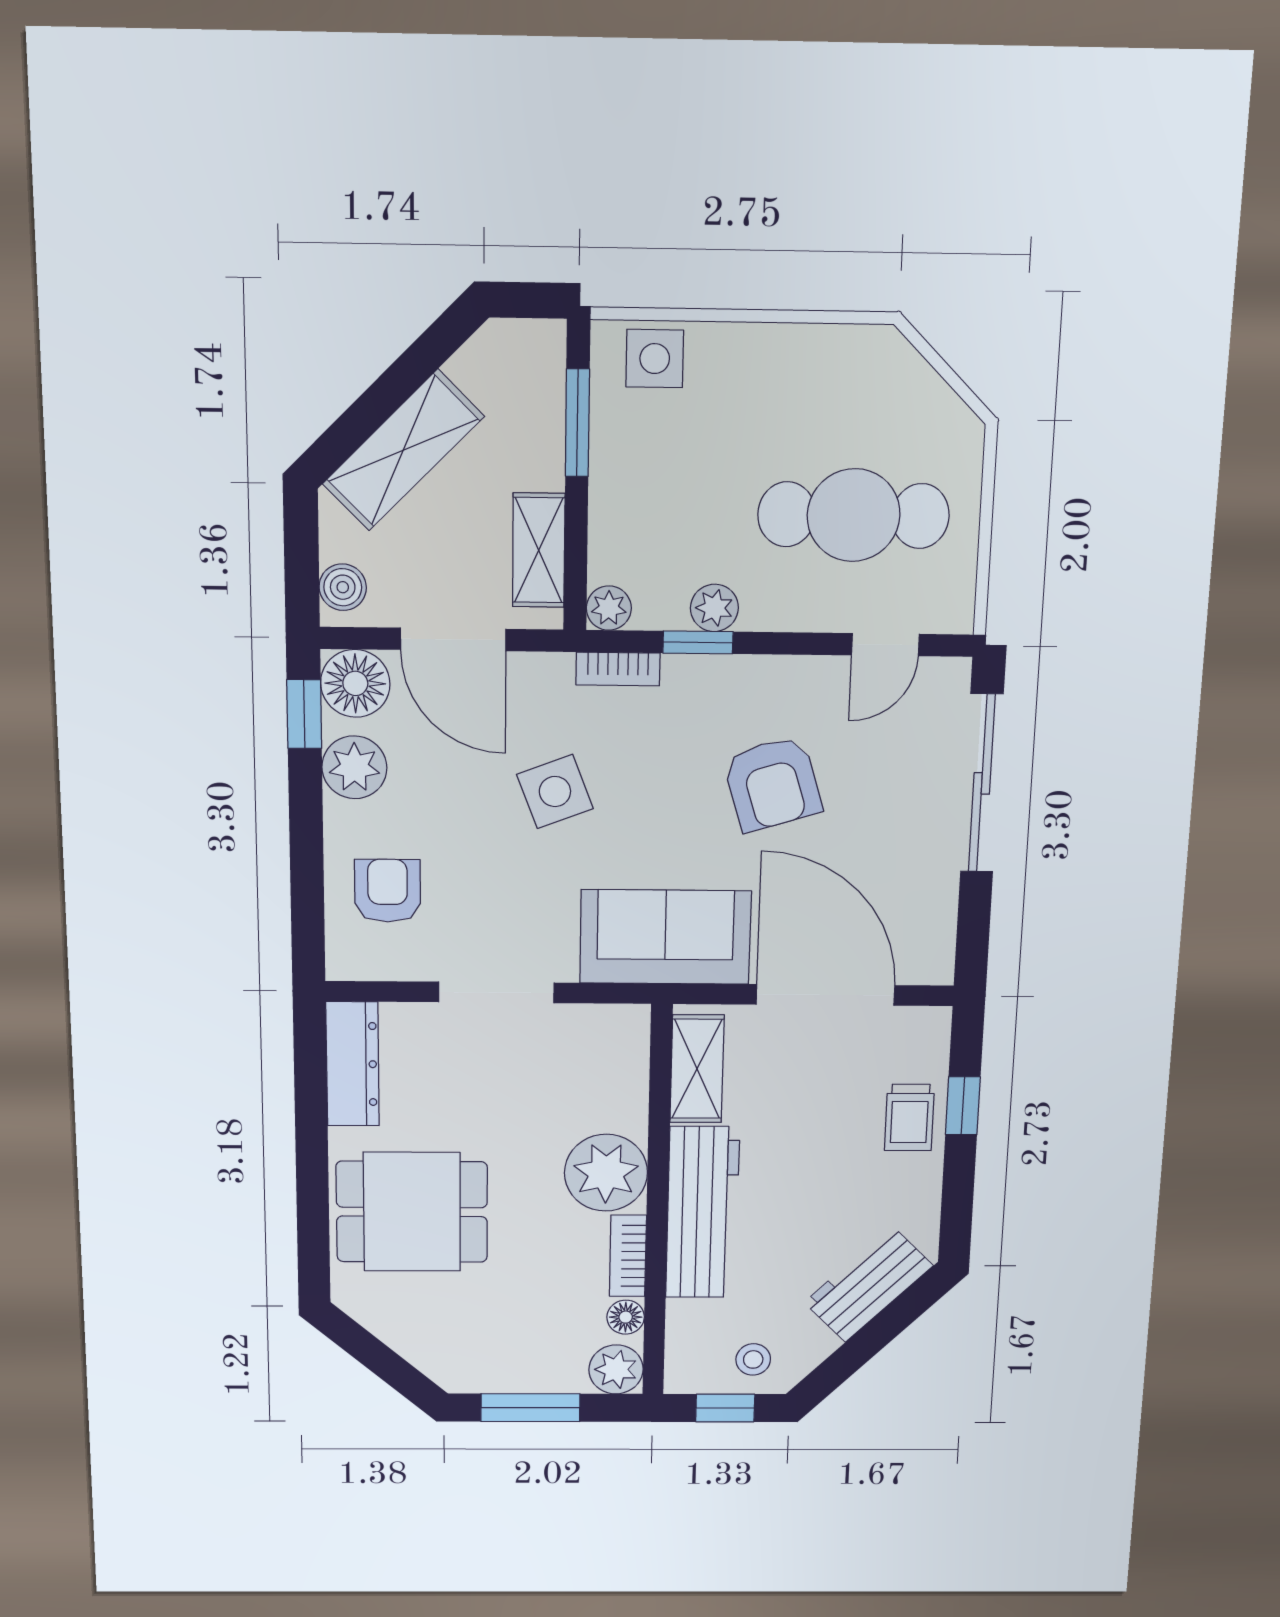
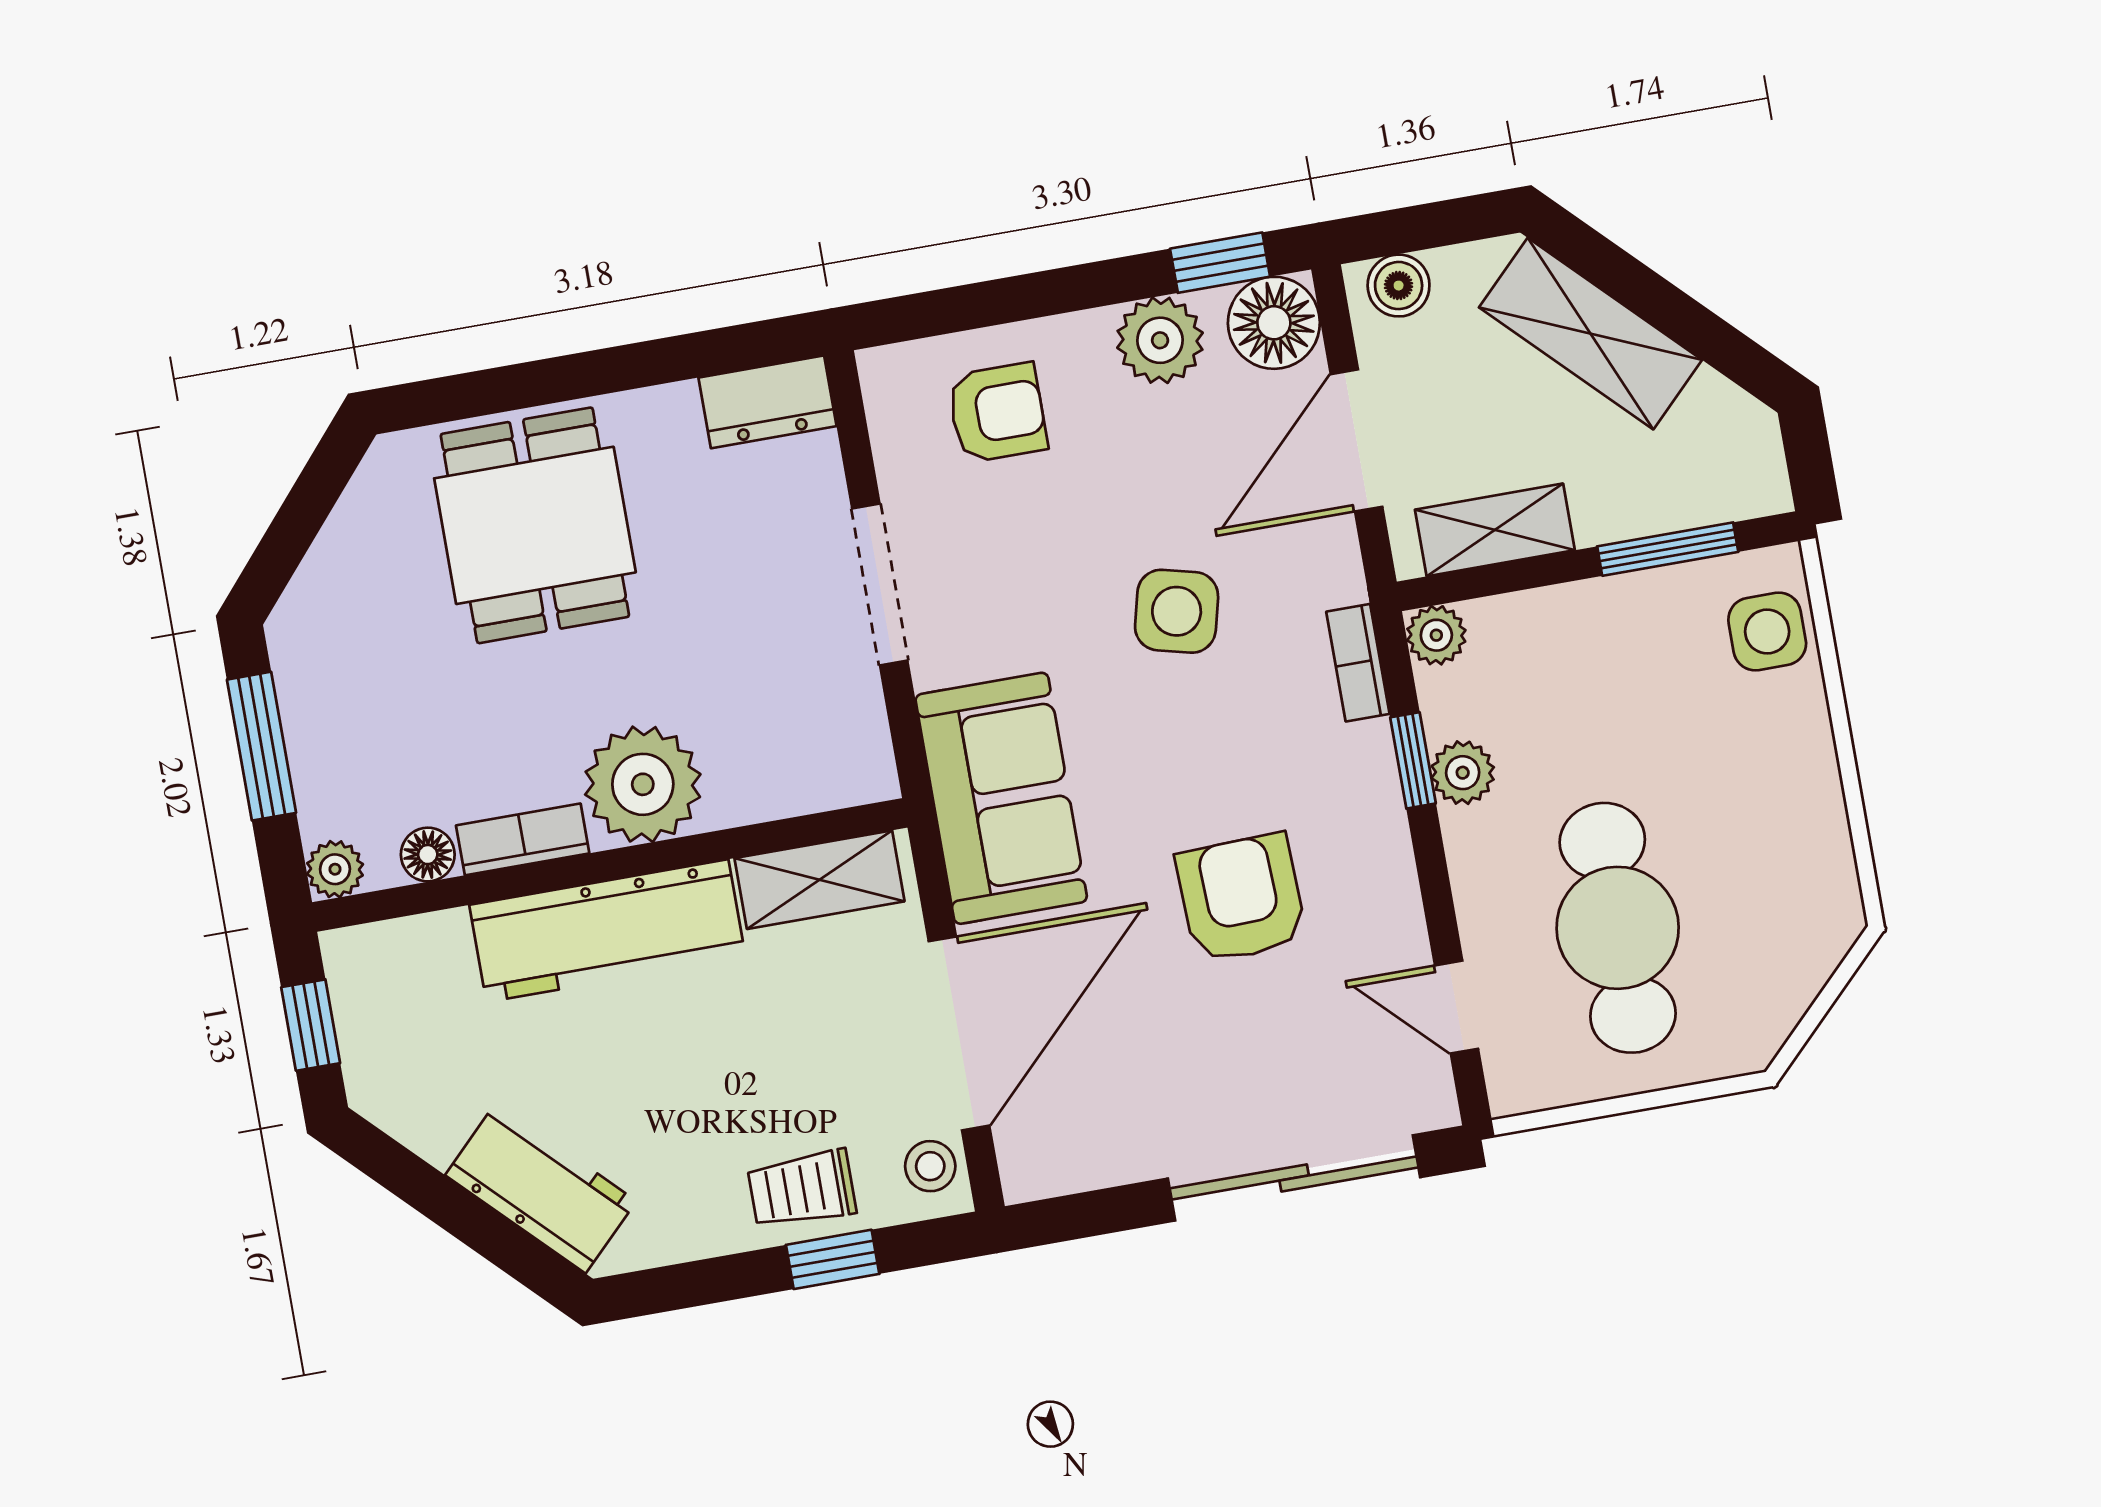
armchair: (772, 784) -> (1241, 898), turned 105
side table: (555, 791) -> (1177, 611), turned 35
dresser: (353, 1064) -> (767, 402), width x0.70
stool: (753, 1359) -> (930, 1166), moved
plant: (616, 1369) -> (335, 869), width x0.73, depth x0.73

